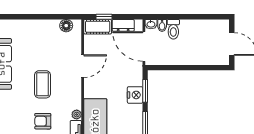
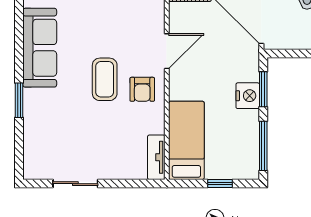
plant: (77, 115) -> (157, 126), removed
armchair: (43, 121) -> (142, 89), moved, turned -90

